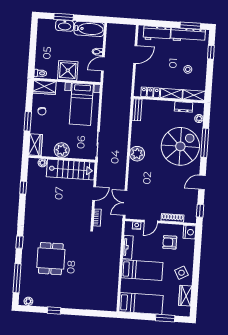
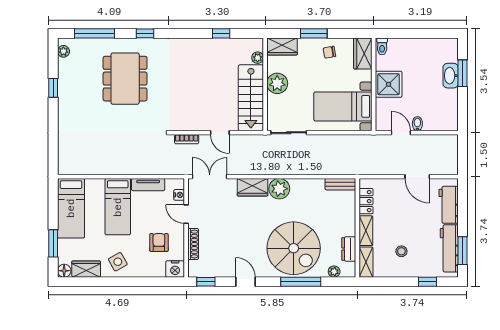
bathtub: (89, 29) -> (448, 110), removed
wardrobe: (135, 173) -> (253, 187), added
dining table: (51, 259) -> (125, 79), width x1.38
floor lamp: (185, 311) -> (64, 271), added

